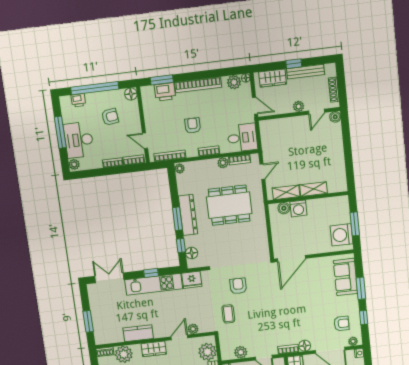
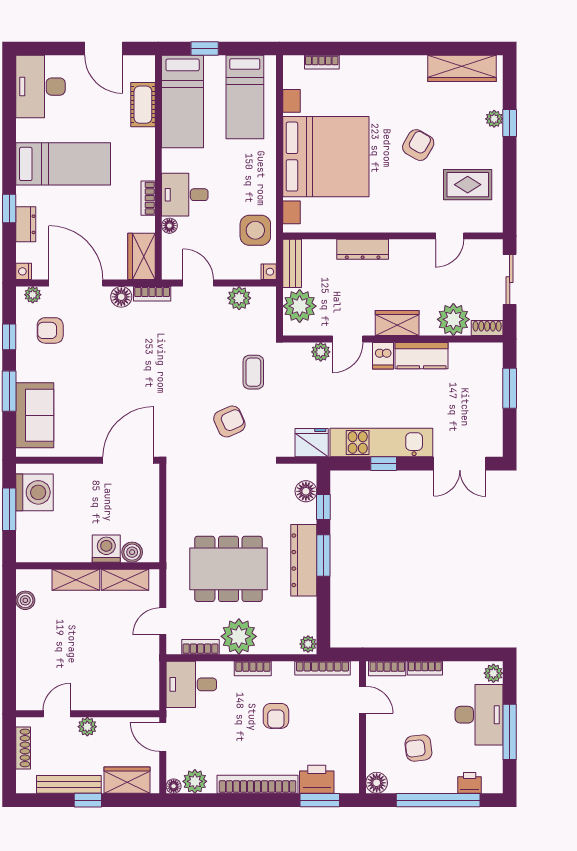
boiler: (335, 117) -> (25, 600), moved
plant: (223, 163) -> (239, 636), width x1.87, depth x1.87
armchair: (238, 286) -> (229, 421), turned -114
dishwasher: (159, 331) -> (383, 356), added

